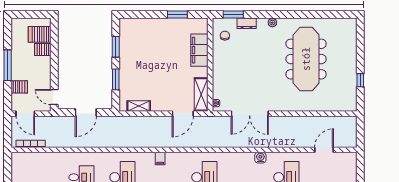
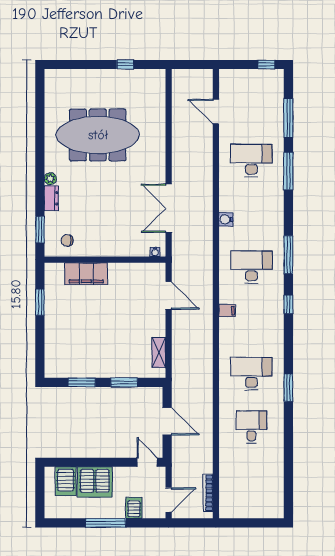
dresser: (247, 23) -> (51, 198), moved
server rack: (43, 49) -> (95, 482), width x2.18, depth x1.44
shelving: (201, 94) -> (144, 271), removed
door: (54, 97) -> (147, 462), swing flipped
double door: (250, 114) -> (169, 208), swing flipped
water cooler: (260, 158) -> (226, 219), moved
filing cabinet: (160, 159) -> (227, 311), moved

